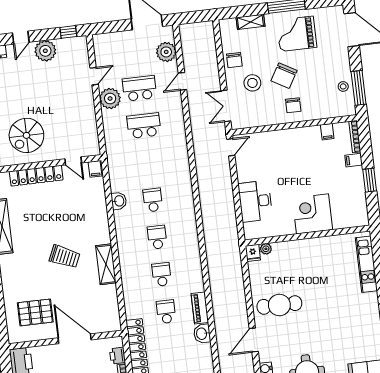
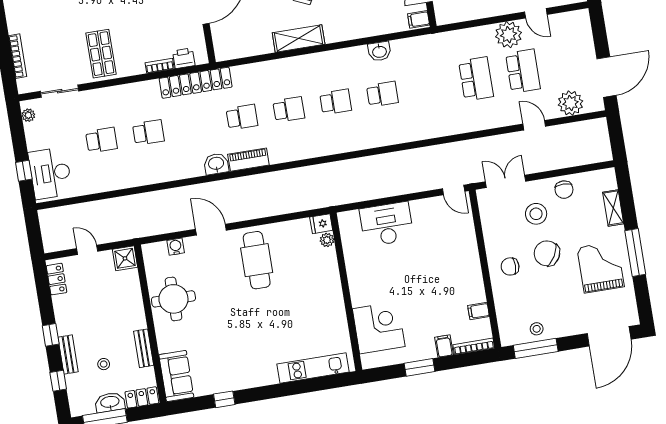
chair: (234, 60) -> (564, 190), turned -90
corner desk: (313, 214) -> (379, 328), moved

